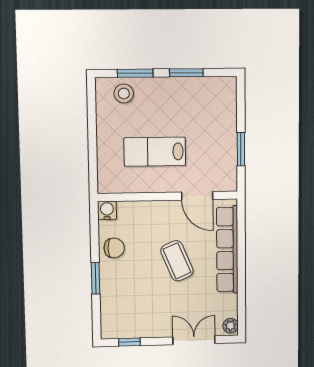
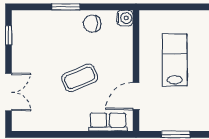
chair: (114, 248) -> (92, 24), turned 90
row of seats: (227, 250) -> (108, 122), width x0.50
plant: (230, 326) -> (21, 125), removed

